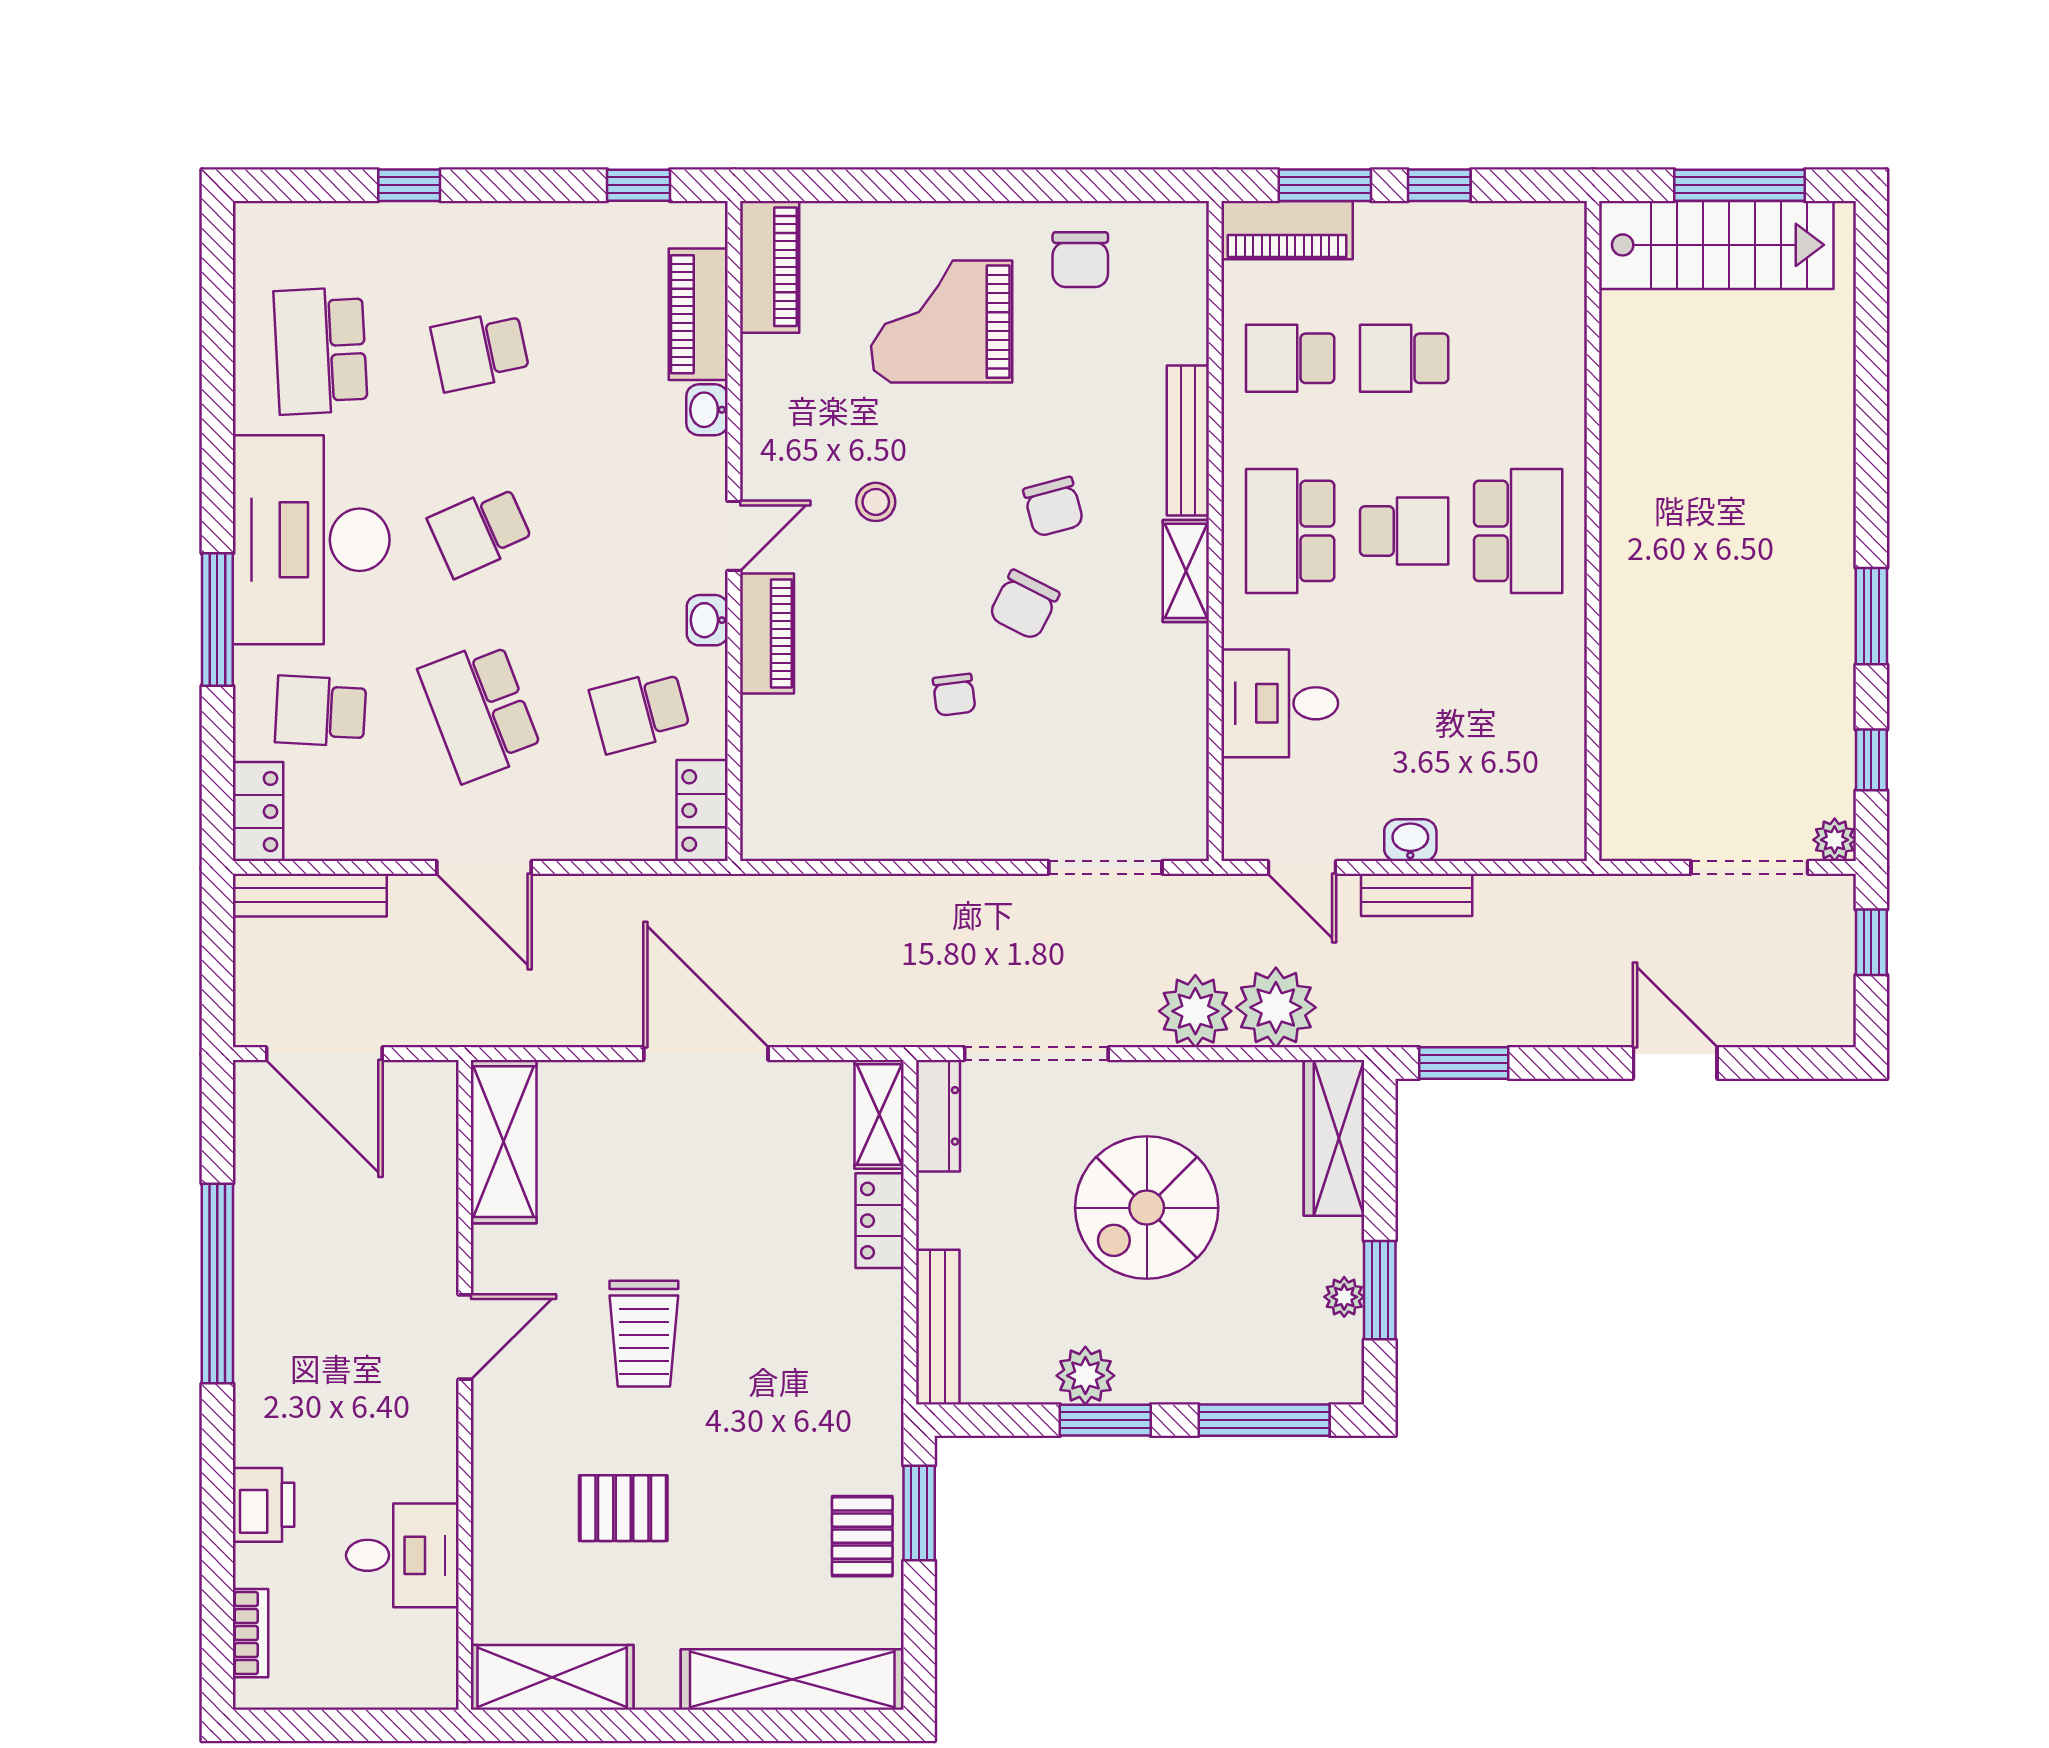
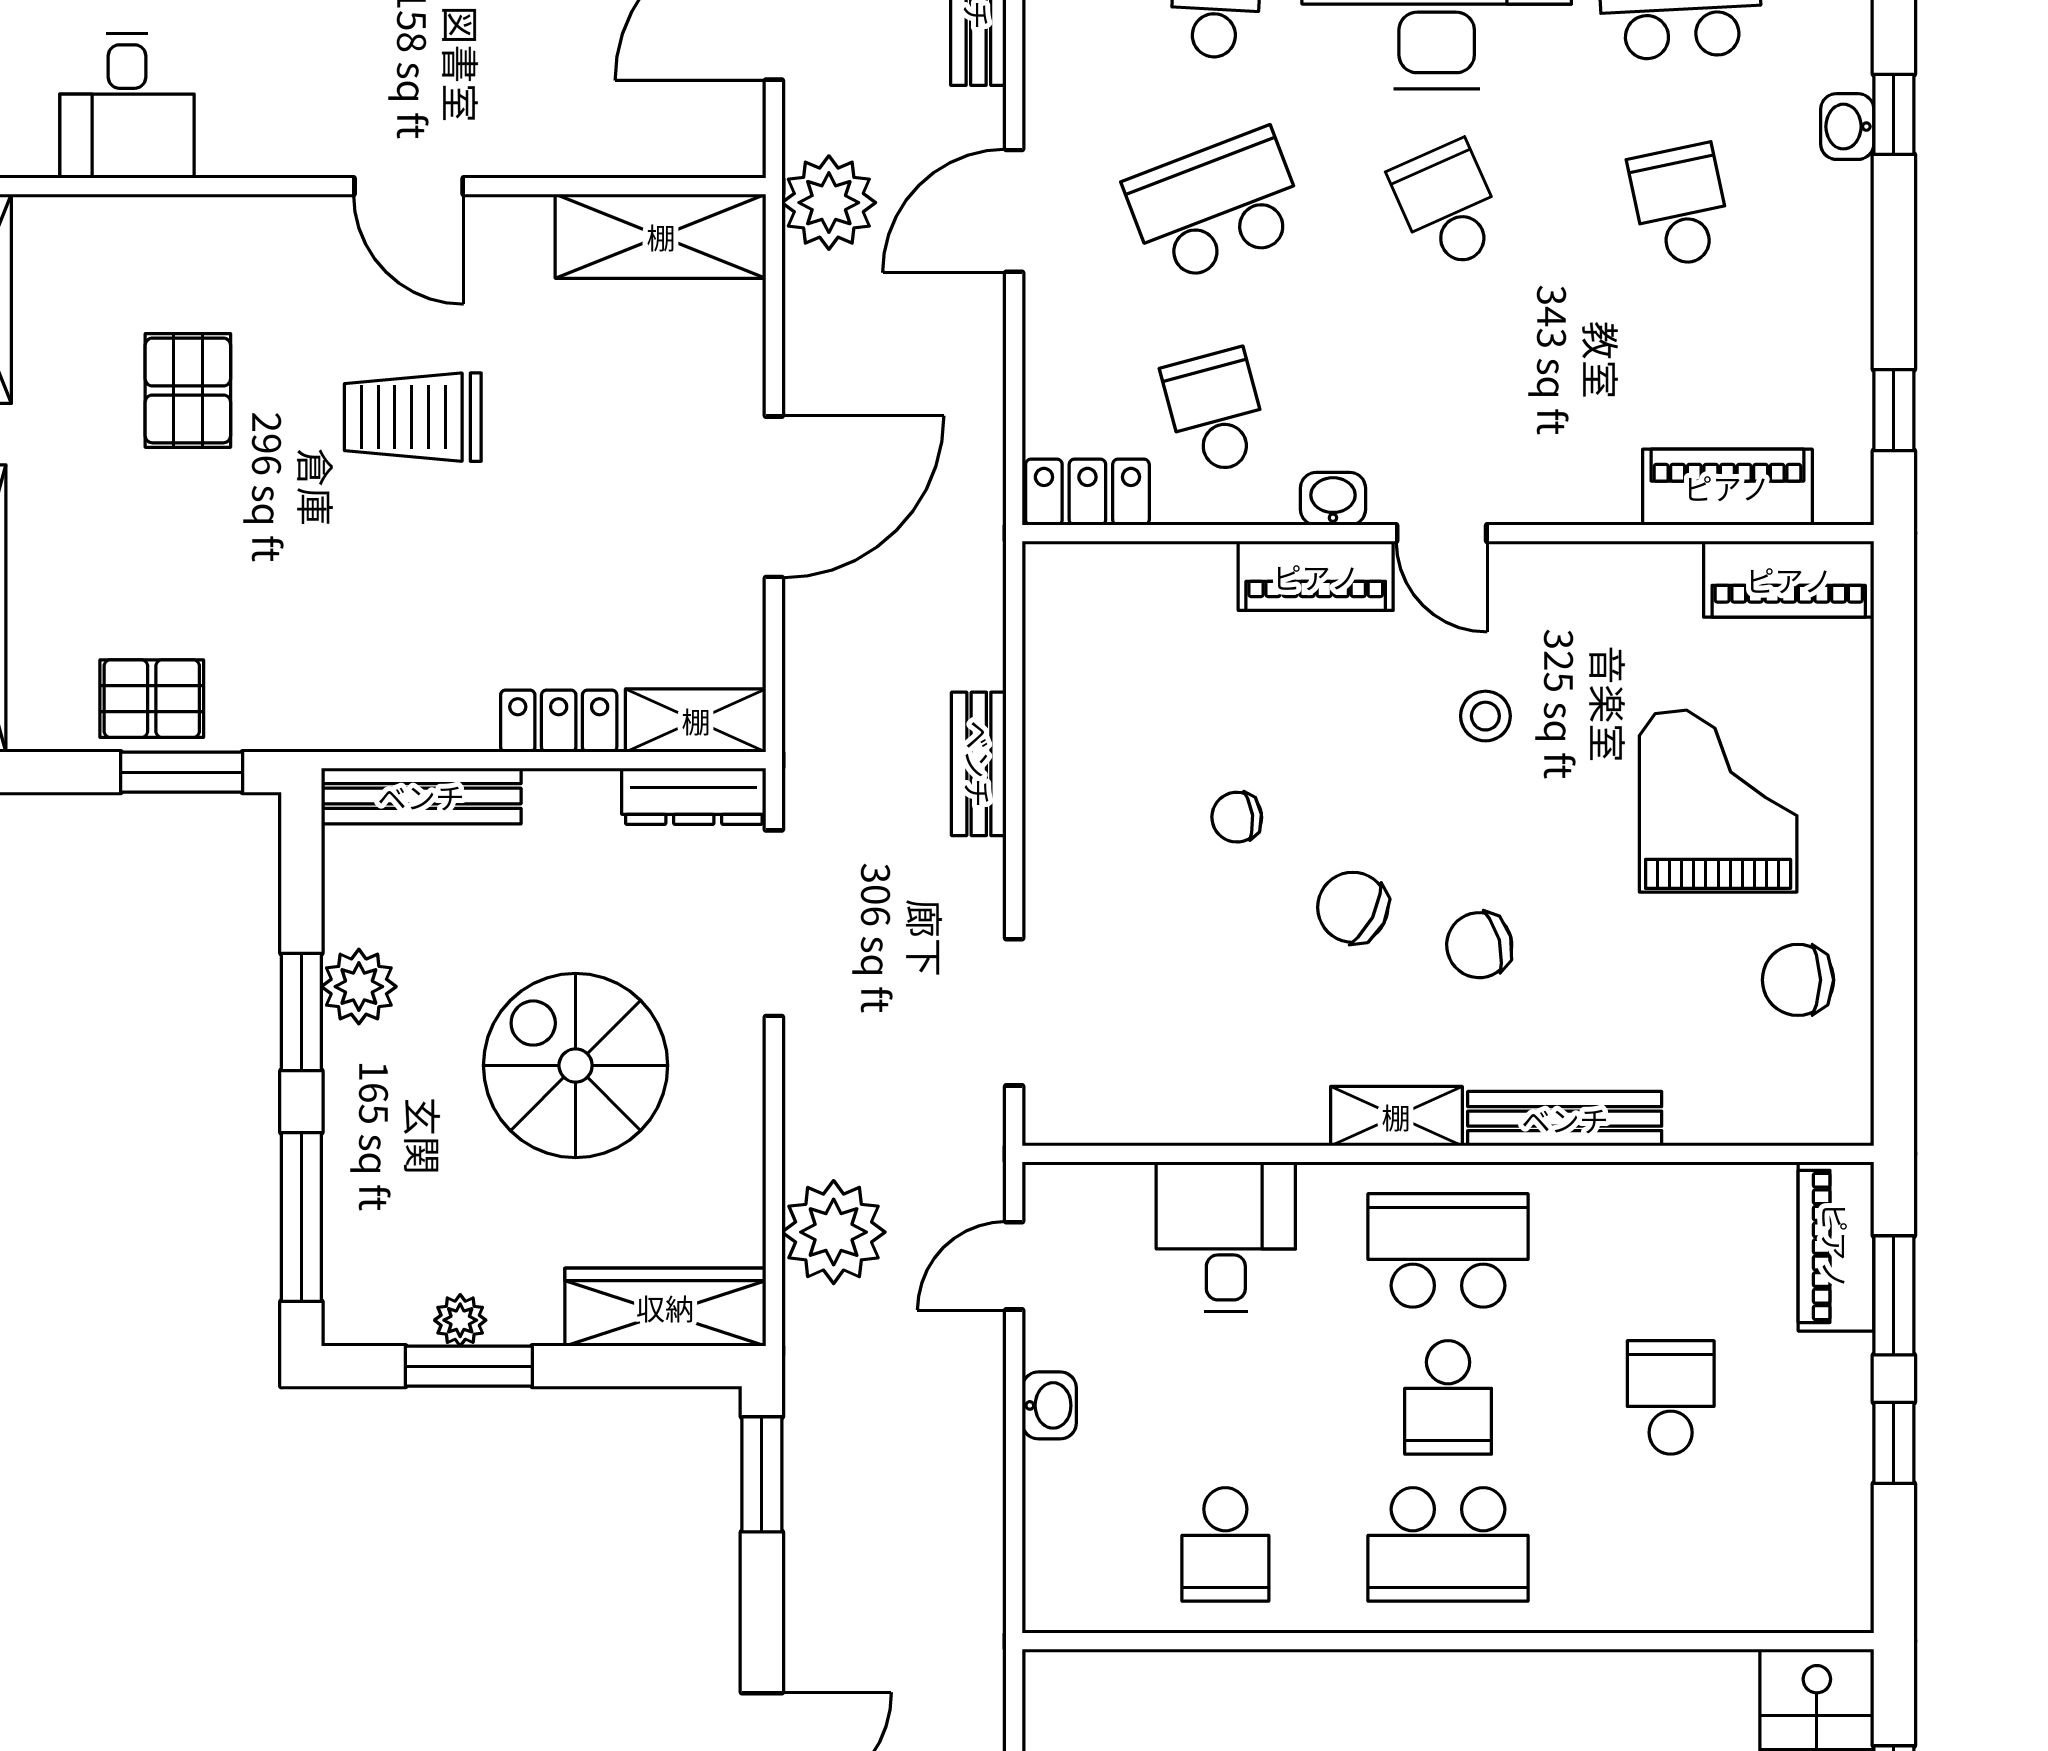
school desk: (1290, 358) -> (1225, 1544), moved, turned 180
washbasin: (707, 410) -> (1847, 127), moved, turned -90
bench: (1417, 895) -> (979, 764), moved
plant: (1195, 1011) -> (829, 203), moved

